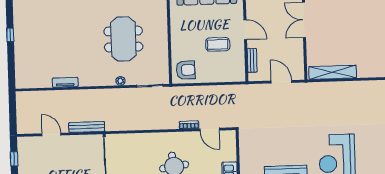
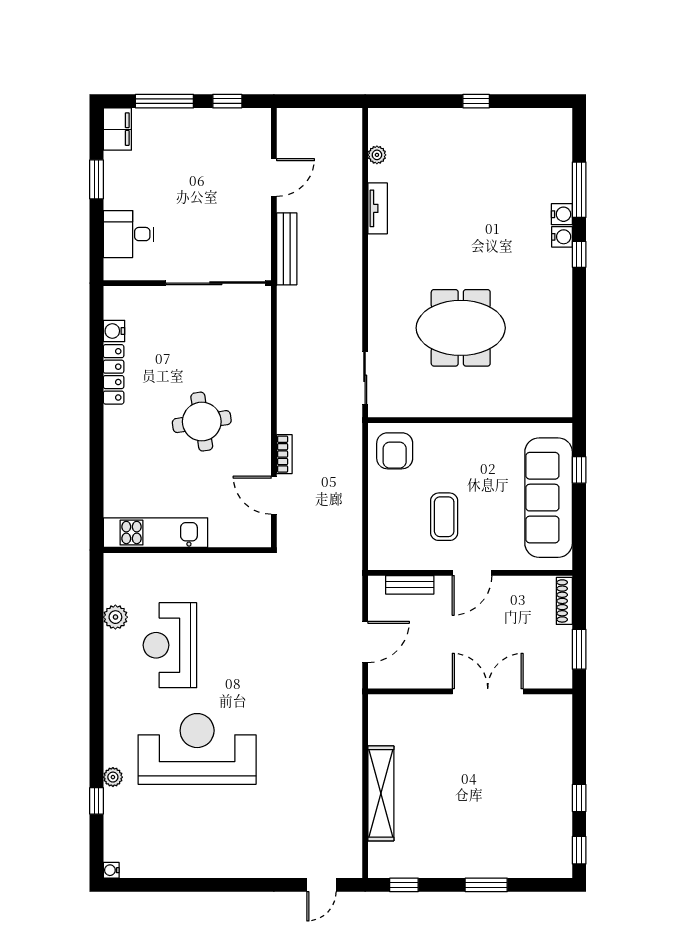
shelving: (333, 72) -> (381, 793), moved
plant: (120, 81) -> (377, 155), moved
door: (210, 129) -> (274, 495), hinge flipped

